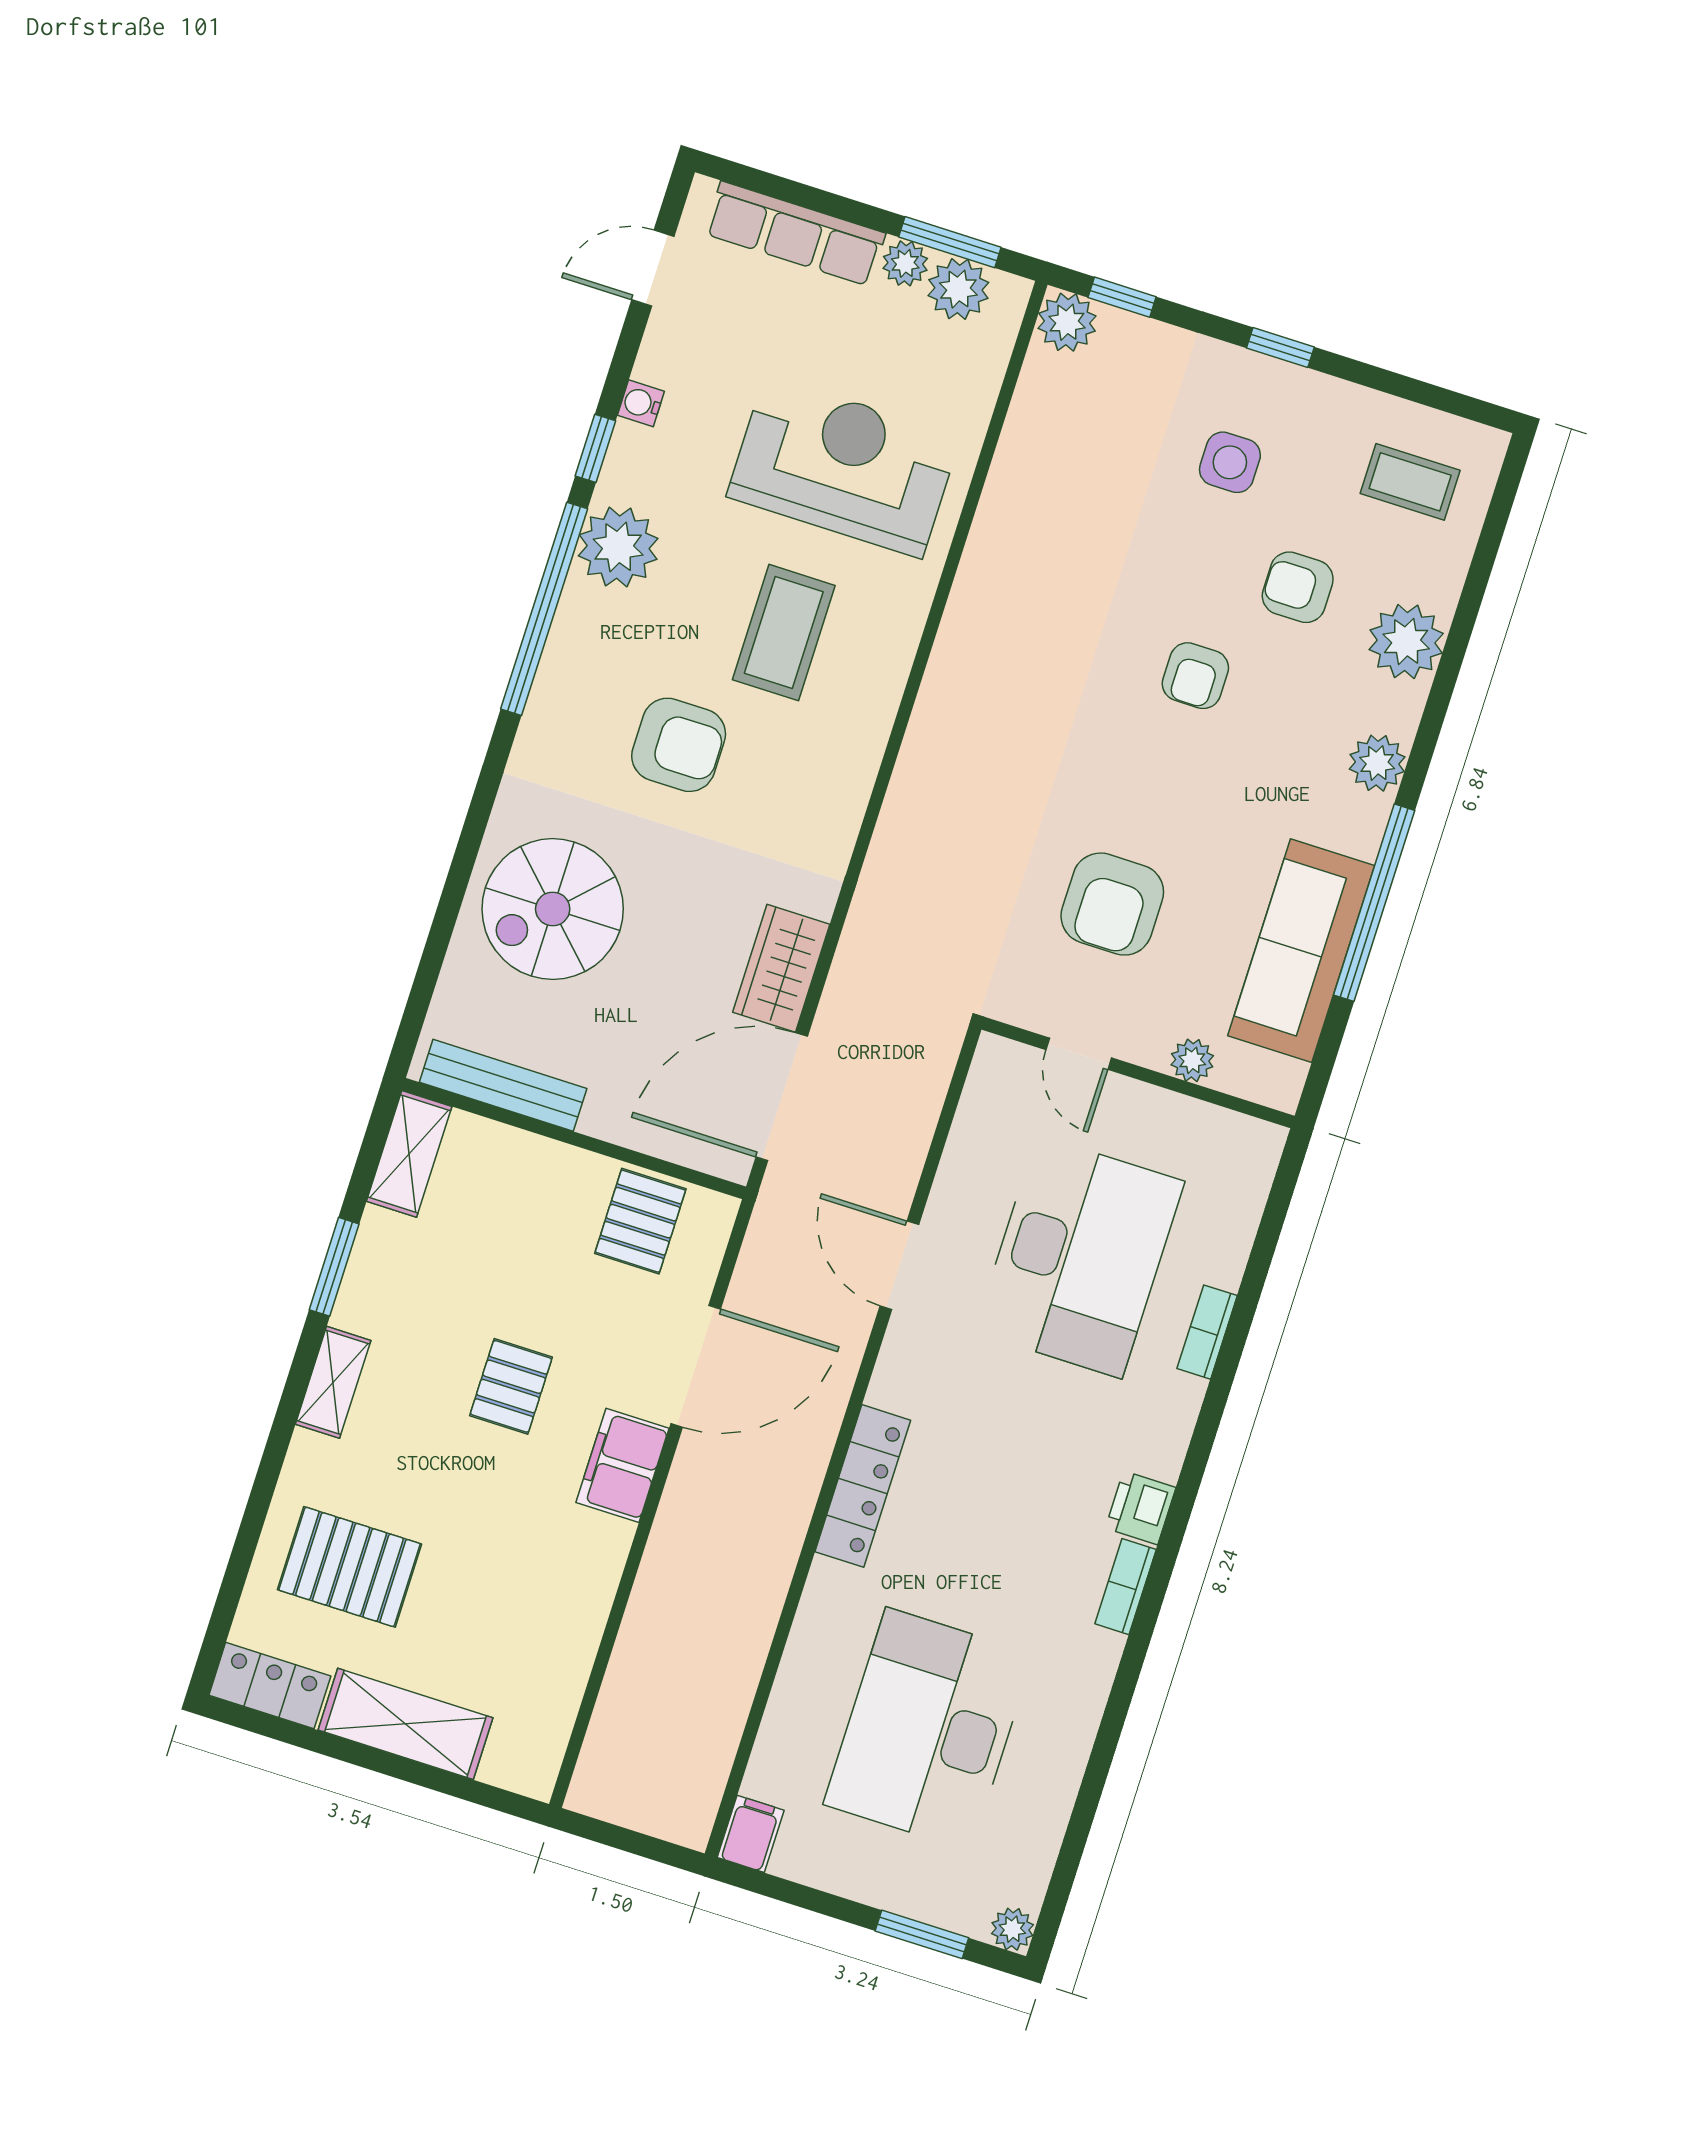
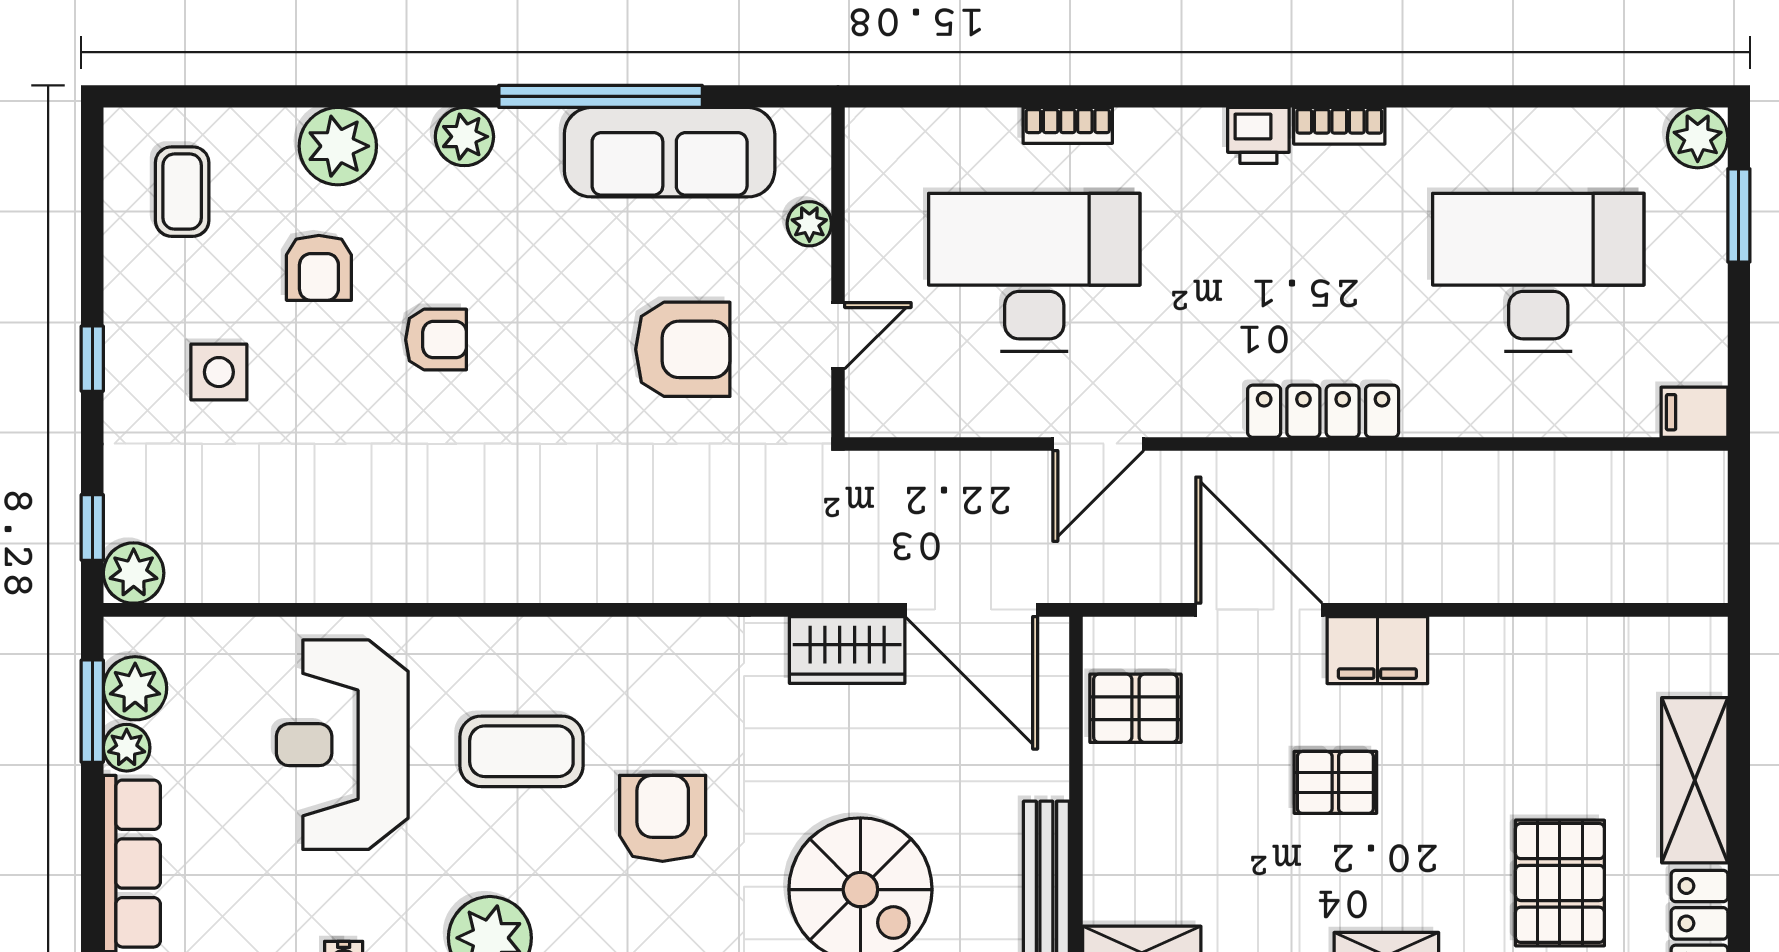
desk: (929, 1729) -> (1538, 272), turned 180
plant: (1012, 1929) -> (1698, 138), width x1.38, depth x1.38

